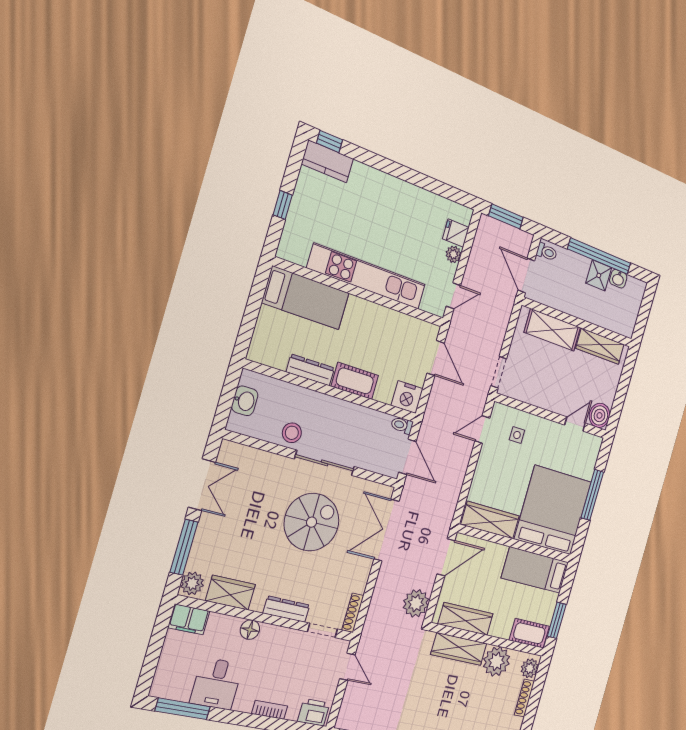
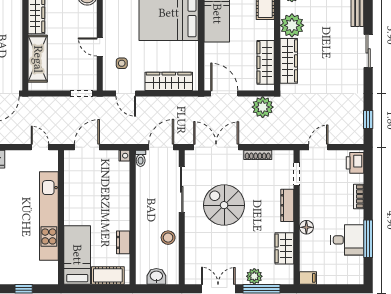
plant: (453, 254) -> (12, 156), removed
dresser: (310, 370) -> (123, 242), width x0.70
cot: (355, 381) -> (108, 275), moved, turned 90
nightstand: (407, 397) -> (124, 156), width x0.53, depth x0.56
door: (575, 424) -> (100, 47), moved
sliding door: (325, 463) -> (182, 189), moved
wardrobe: (490, 520) -> (169, 81), moved, turned 90
double door: (386, 530) -> (216, 147), swing flipped
plant: (192, 583) -> (254, 276), moved
shoe rack: (353, 613) -> (258, 155), moved
filing cabinet: (189, 619) -> (308, 278), width x0.50
window: (183, 709) -> (368, 239), moved

